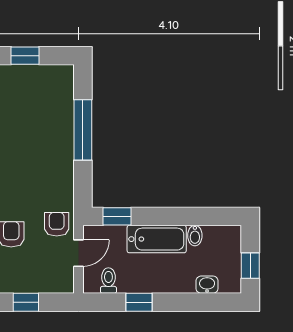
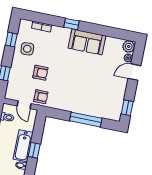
window: (25, 56) -> (127, 108), moved
window: (117, 216) -> (34, 150), moved

